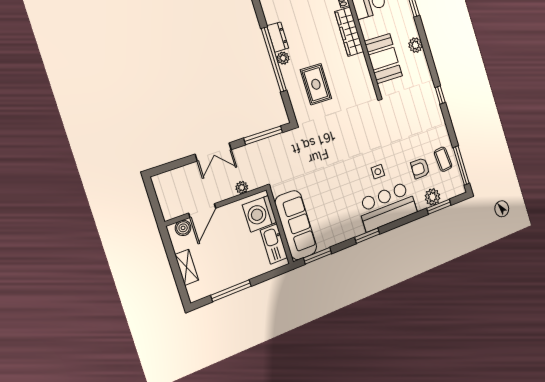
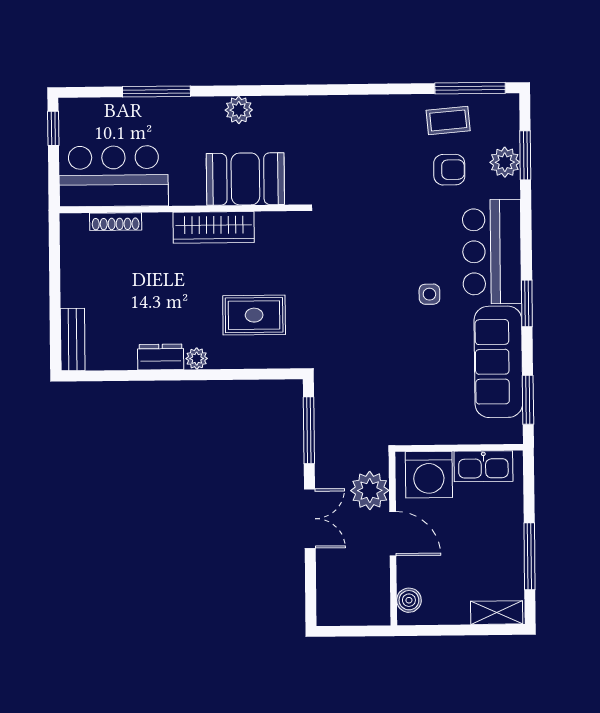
wardrobe: (349, 32) -> (214, 227), moved
window: (274, 60) -> (195, 375), removed
window: (440, 95) -> (337, 90), removed
armchair: (420, 168) -> (449, 170), turned -90
side table: (378, 172) -> (429, 294), moved
plant: (242, 187) -> (370, 491), width x1.87, depth x1.87
door: (202, 211) -> (393, 534), moved
sofa: (296, 225) -> (498, 362), moved, turned -90
shelving: (187, 267) -> (497, 613), moved

